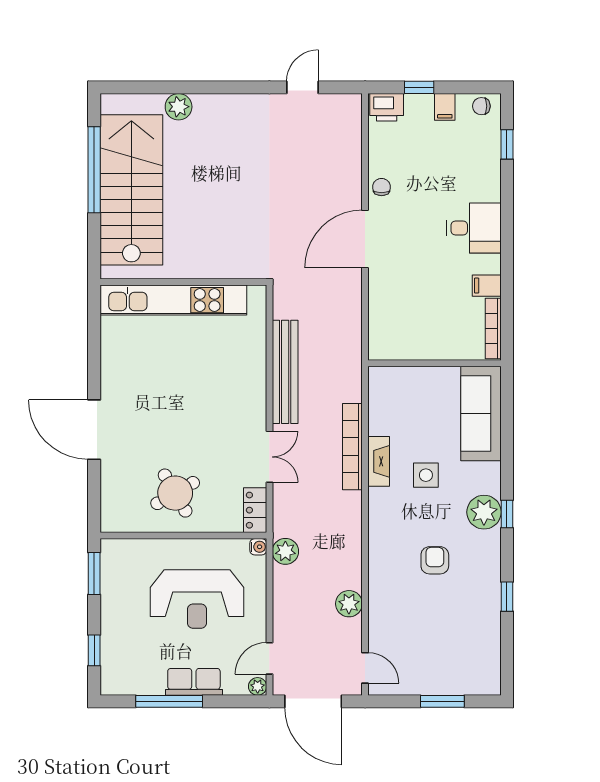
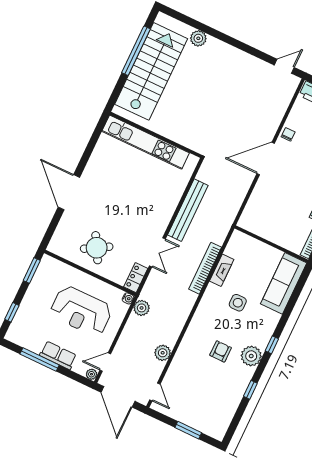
door: (302, 87) -> (284, 66), moved
fireplace: (379, 461) -> (222, 270), moved
plant: (484, 512) -> (251, 356), moved

